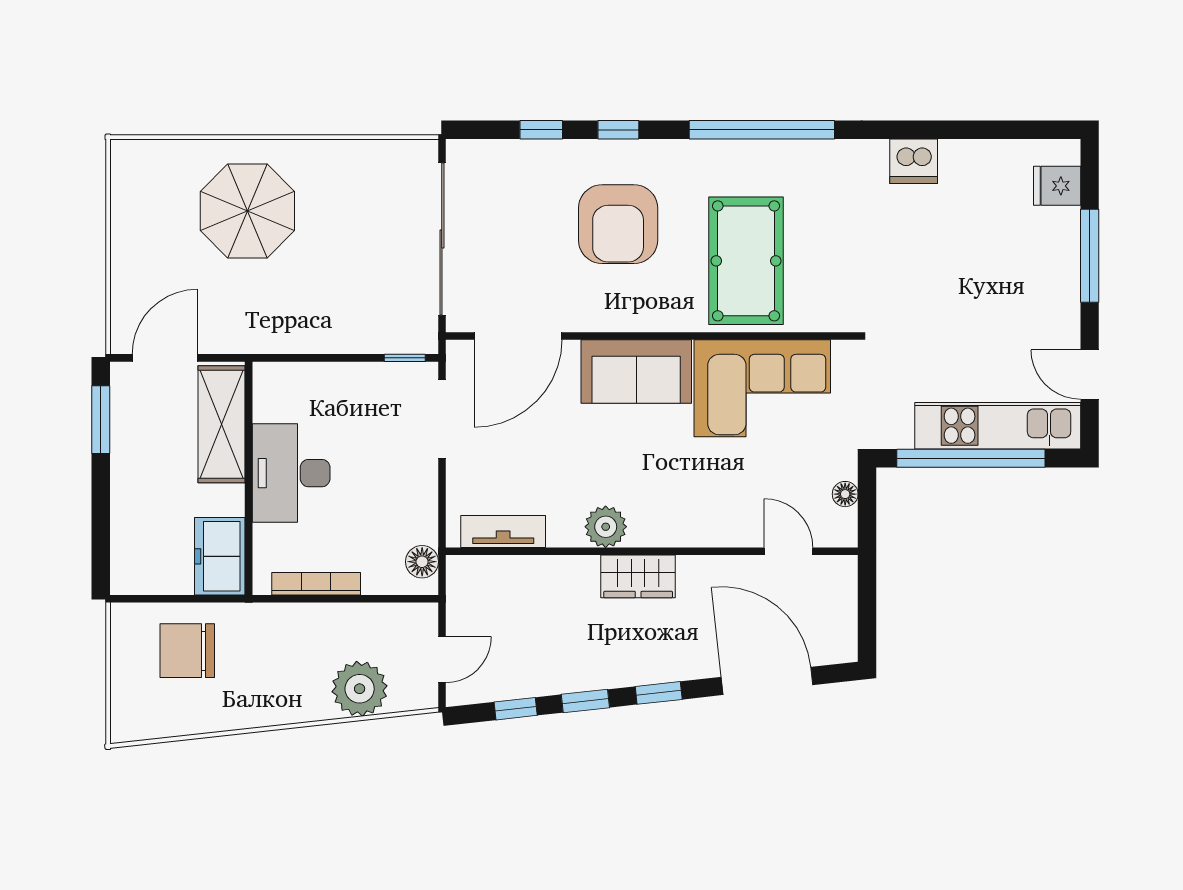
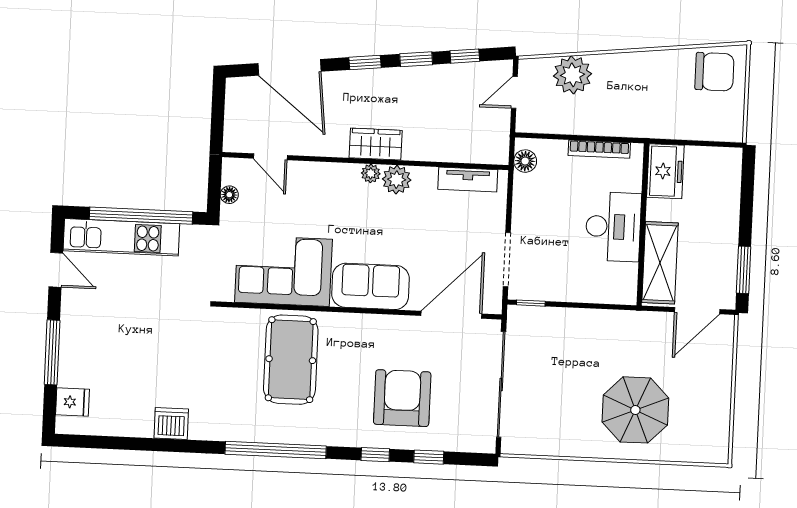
armchair: (618, 224) -> (402, 398), moved
plant: (643, 534) -> (371, 173), added
chair: (187, 651) -> (714, 72), moved

